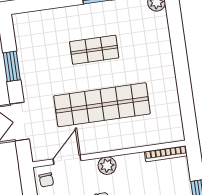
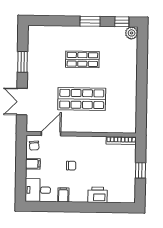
shop shelf: (102, 105) -> (82, 99), width x0.71
plant: (107, 166) -> (79, 142), removed

